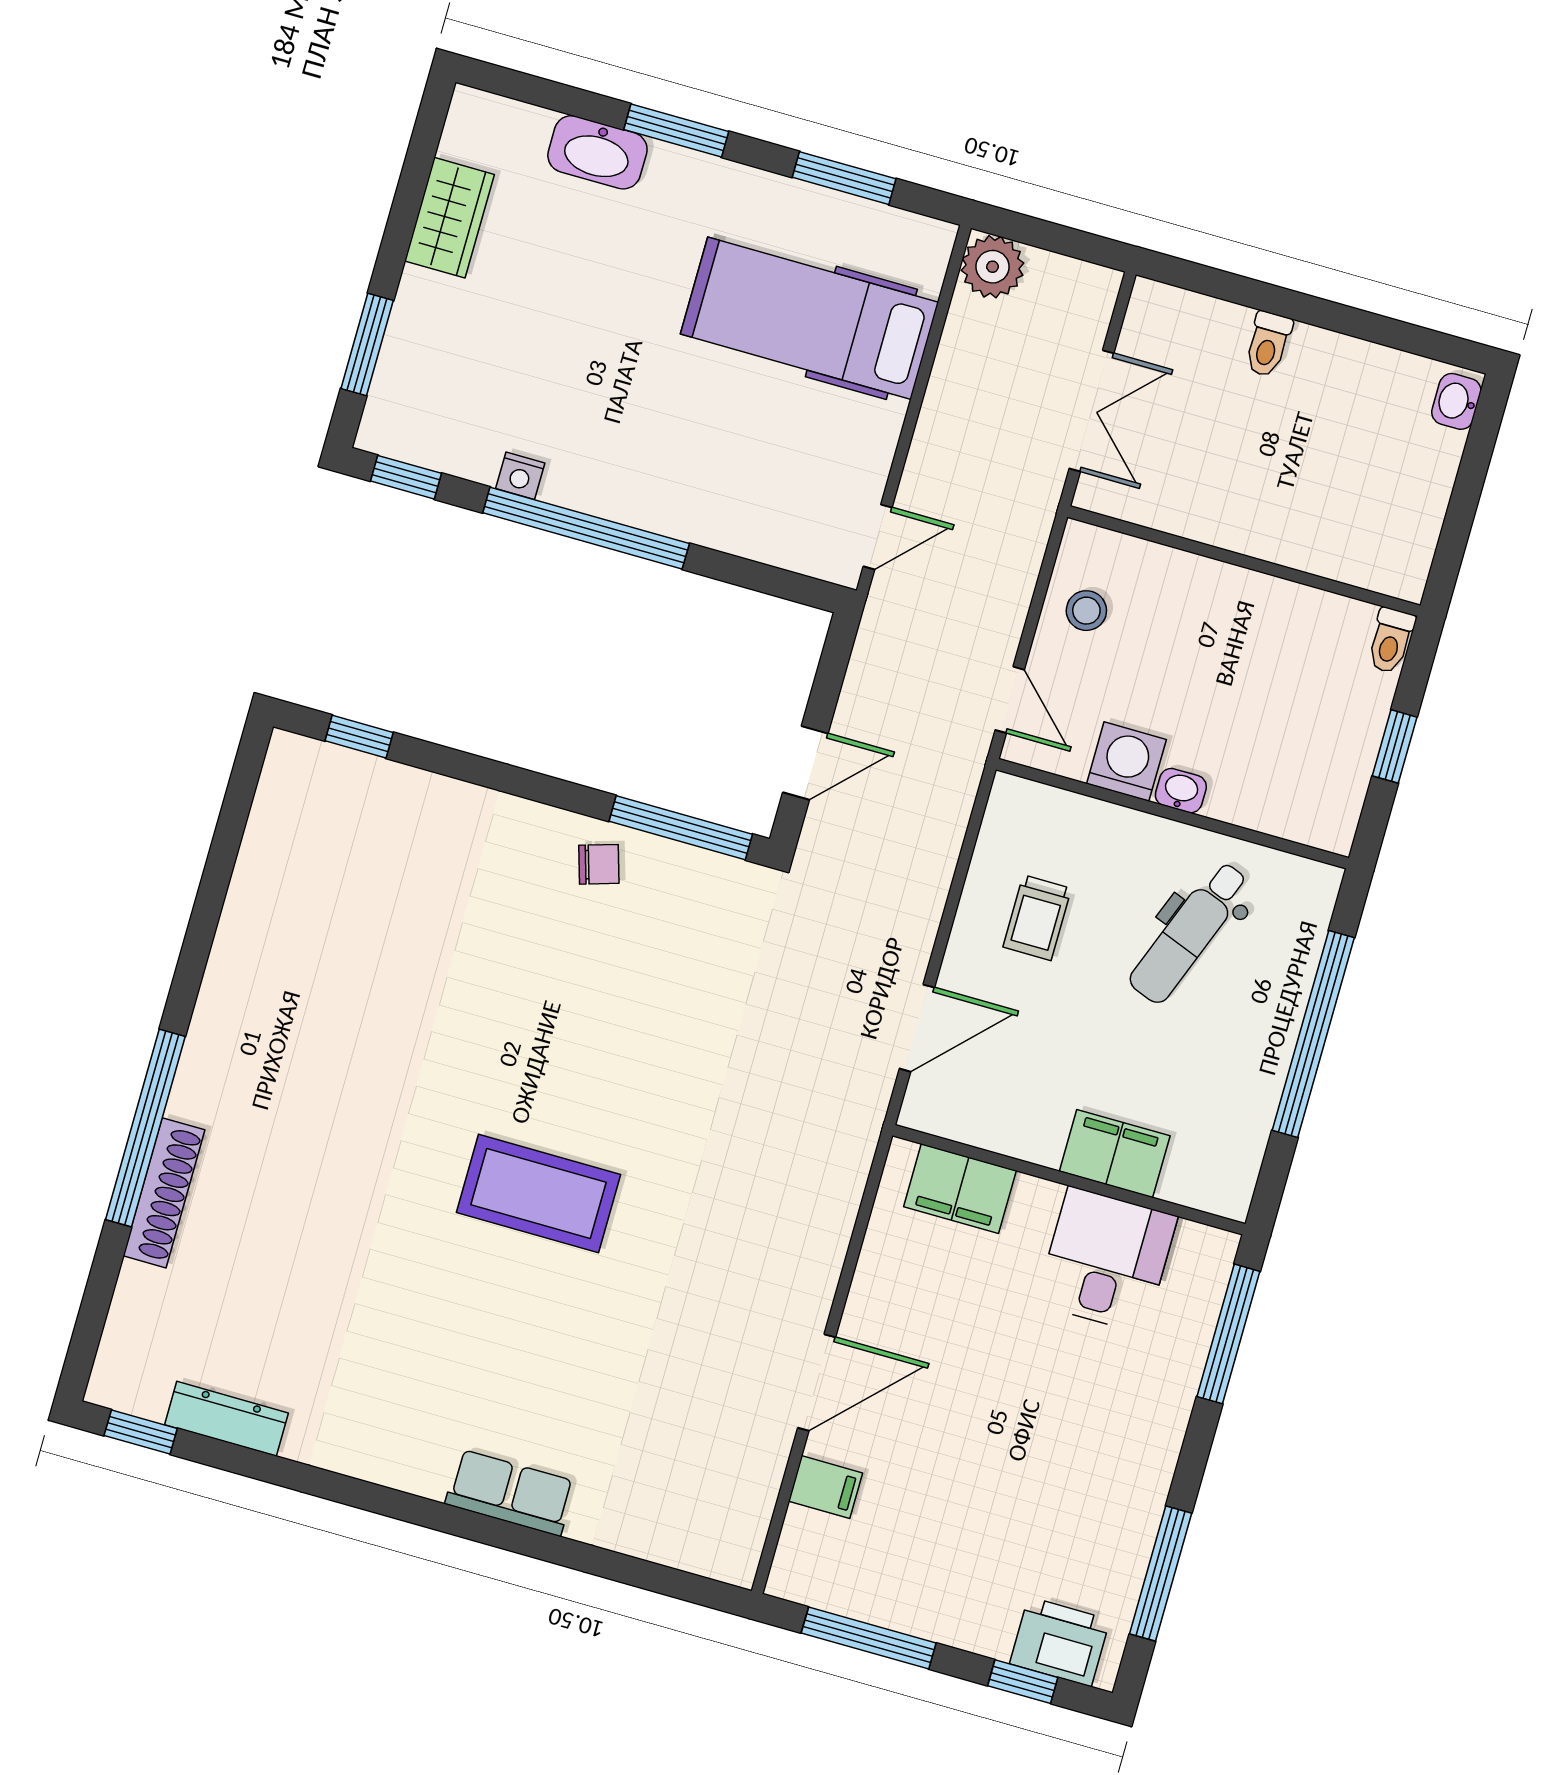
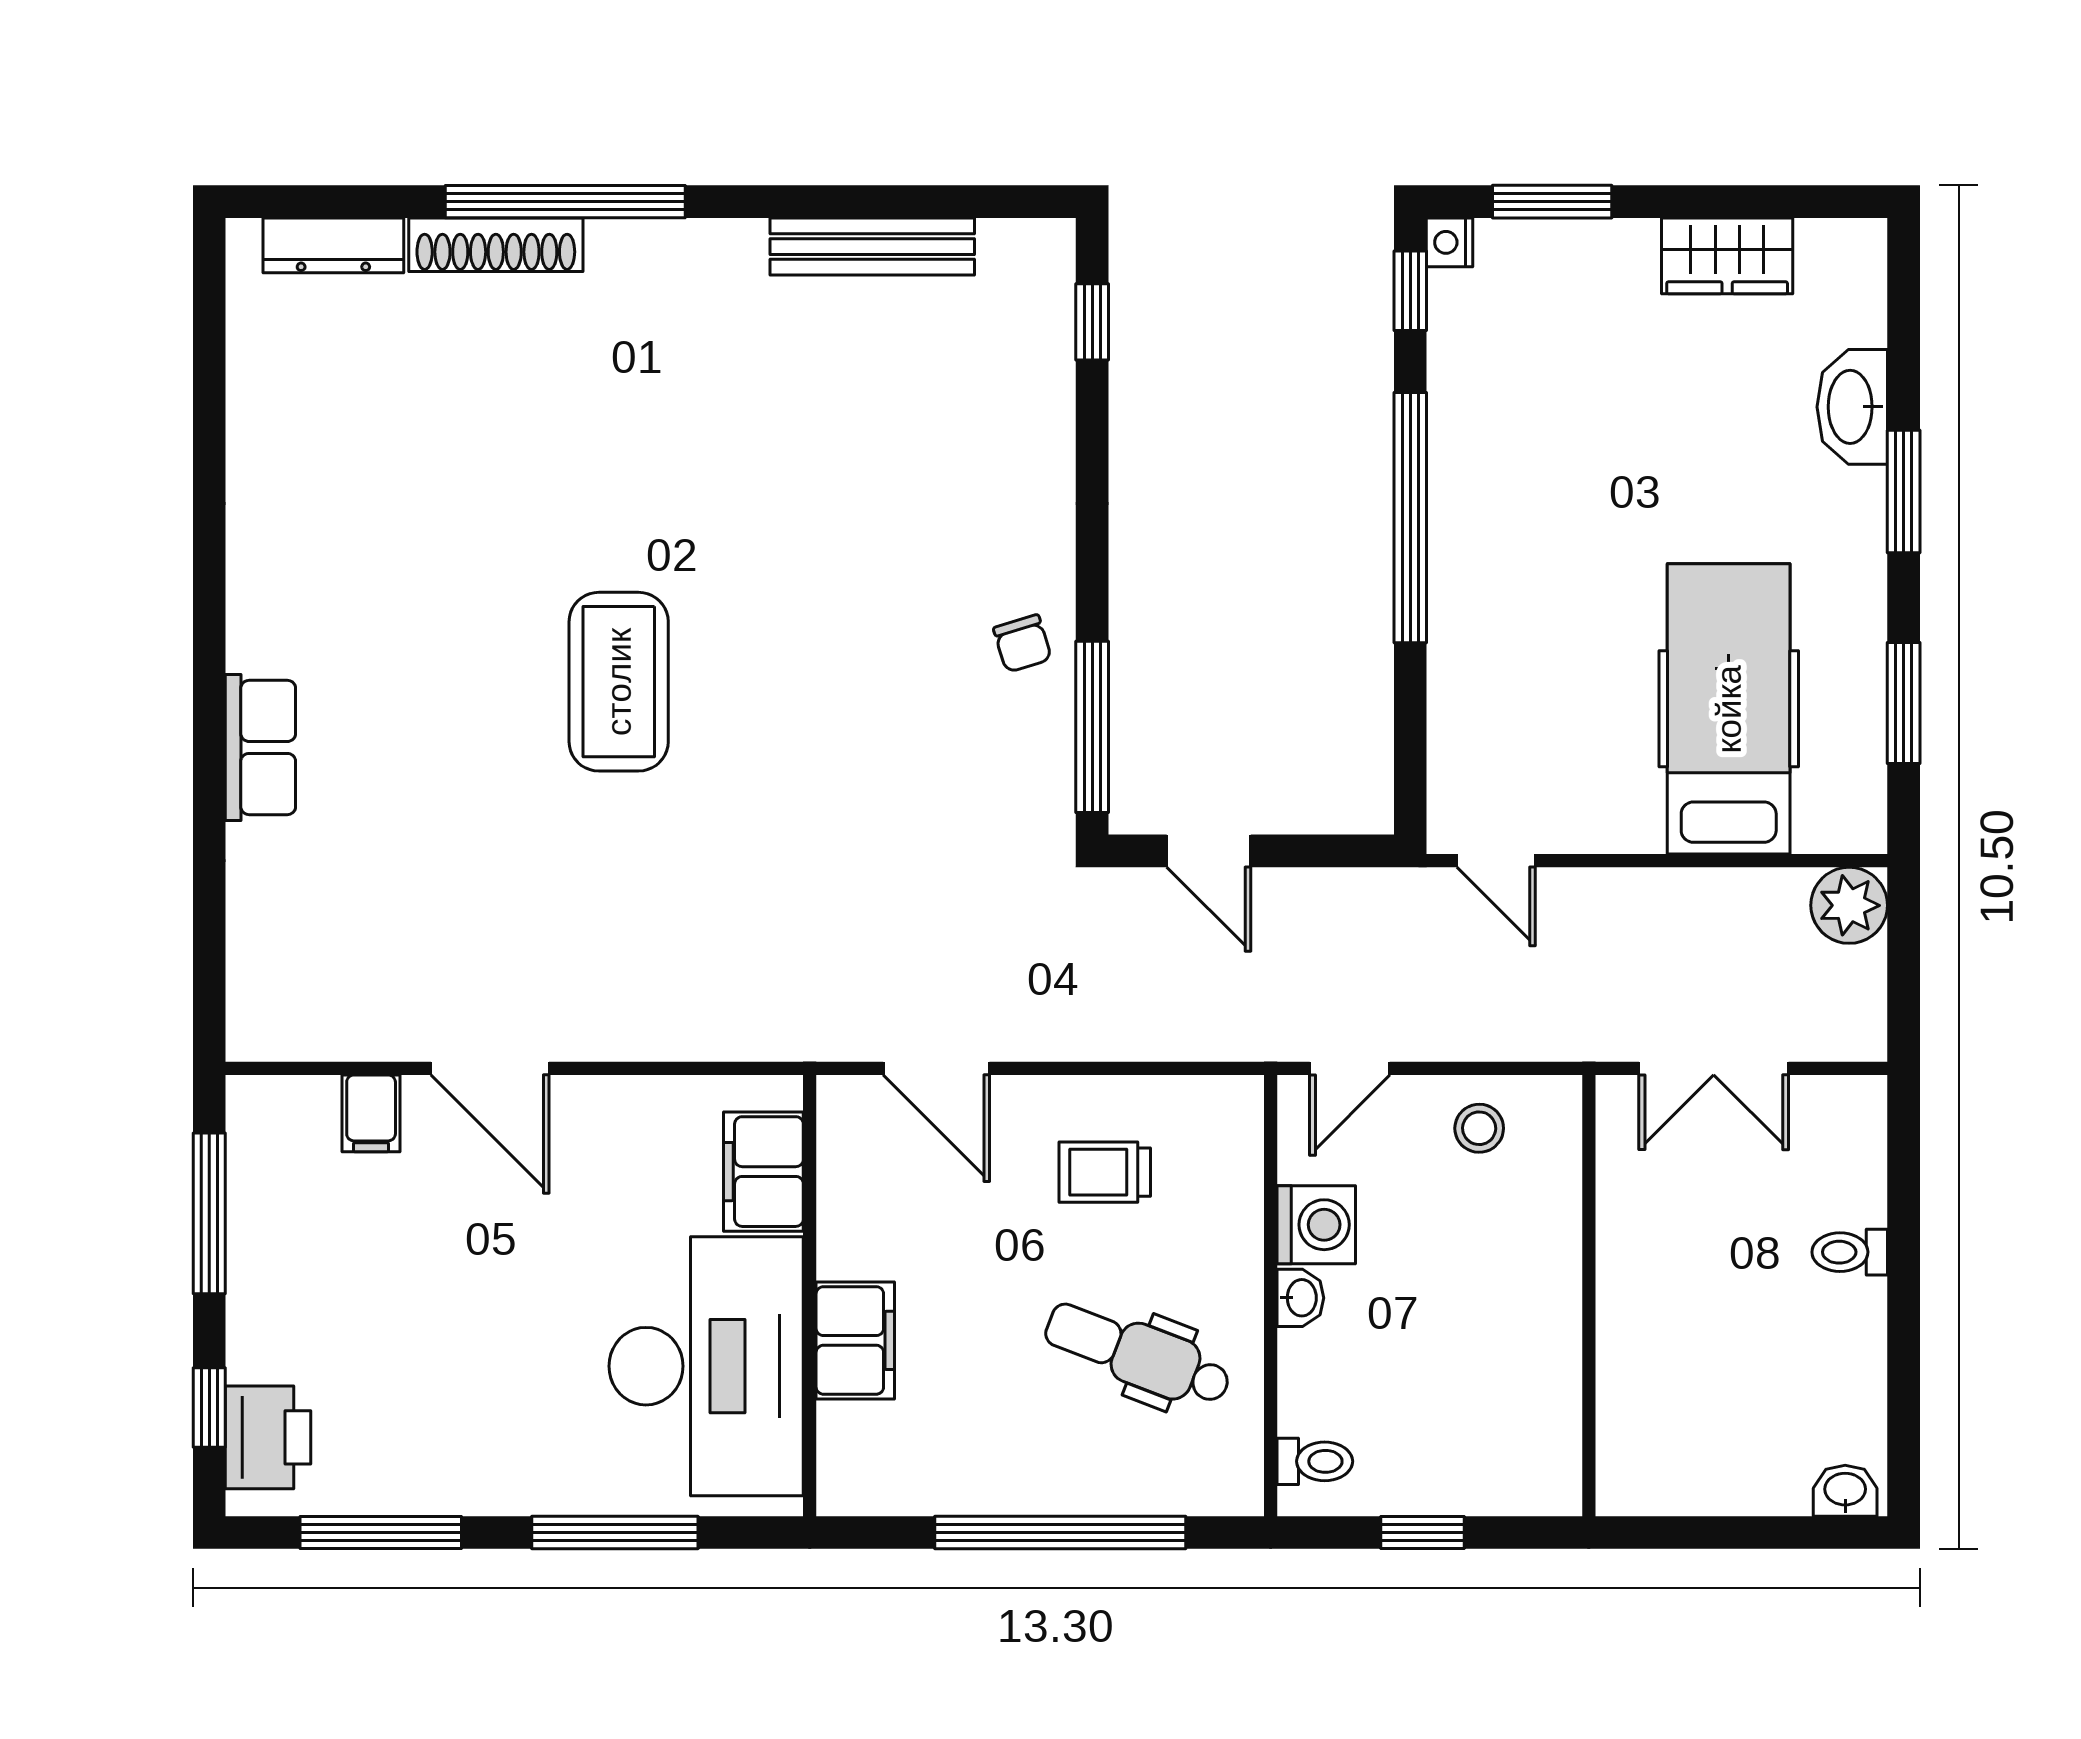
nightstand: (520, 476) -> (1450, 242), moved
toilet: (1391, 641) -> (1315, 1461), moved, turned 180
bench: (250, 894) -> (872, 247), added
desk: (1107, 1260) -> (706, 1366), width x1.87, depth x1.30
window: (1228, 1334) -> (615, 1533), moved
dresser: (226, 1419) -> (333, 245), moved, turned 90
window: (141, 1432) -> (209, 297), removed

